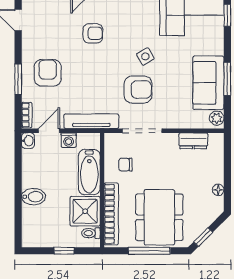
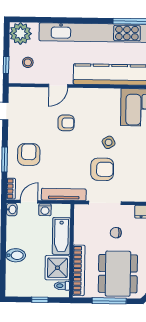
chair: (125, 165) -> (116, 233), moved

